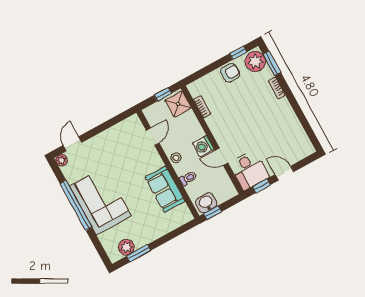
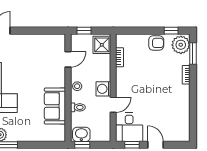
window: (163, 94) -> (84, 31), moved
door: (221, 157) -> (113, 105), swing flipped

